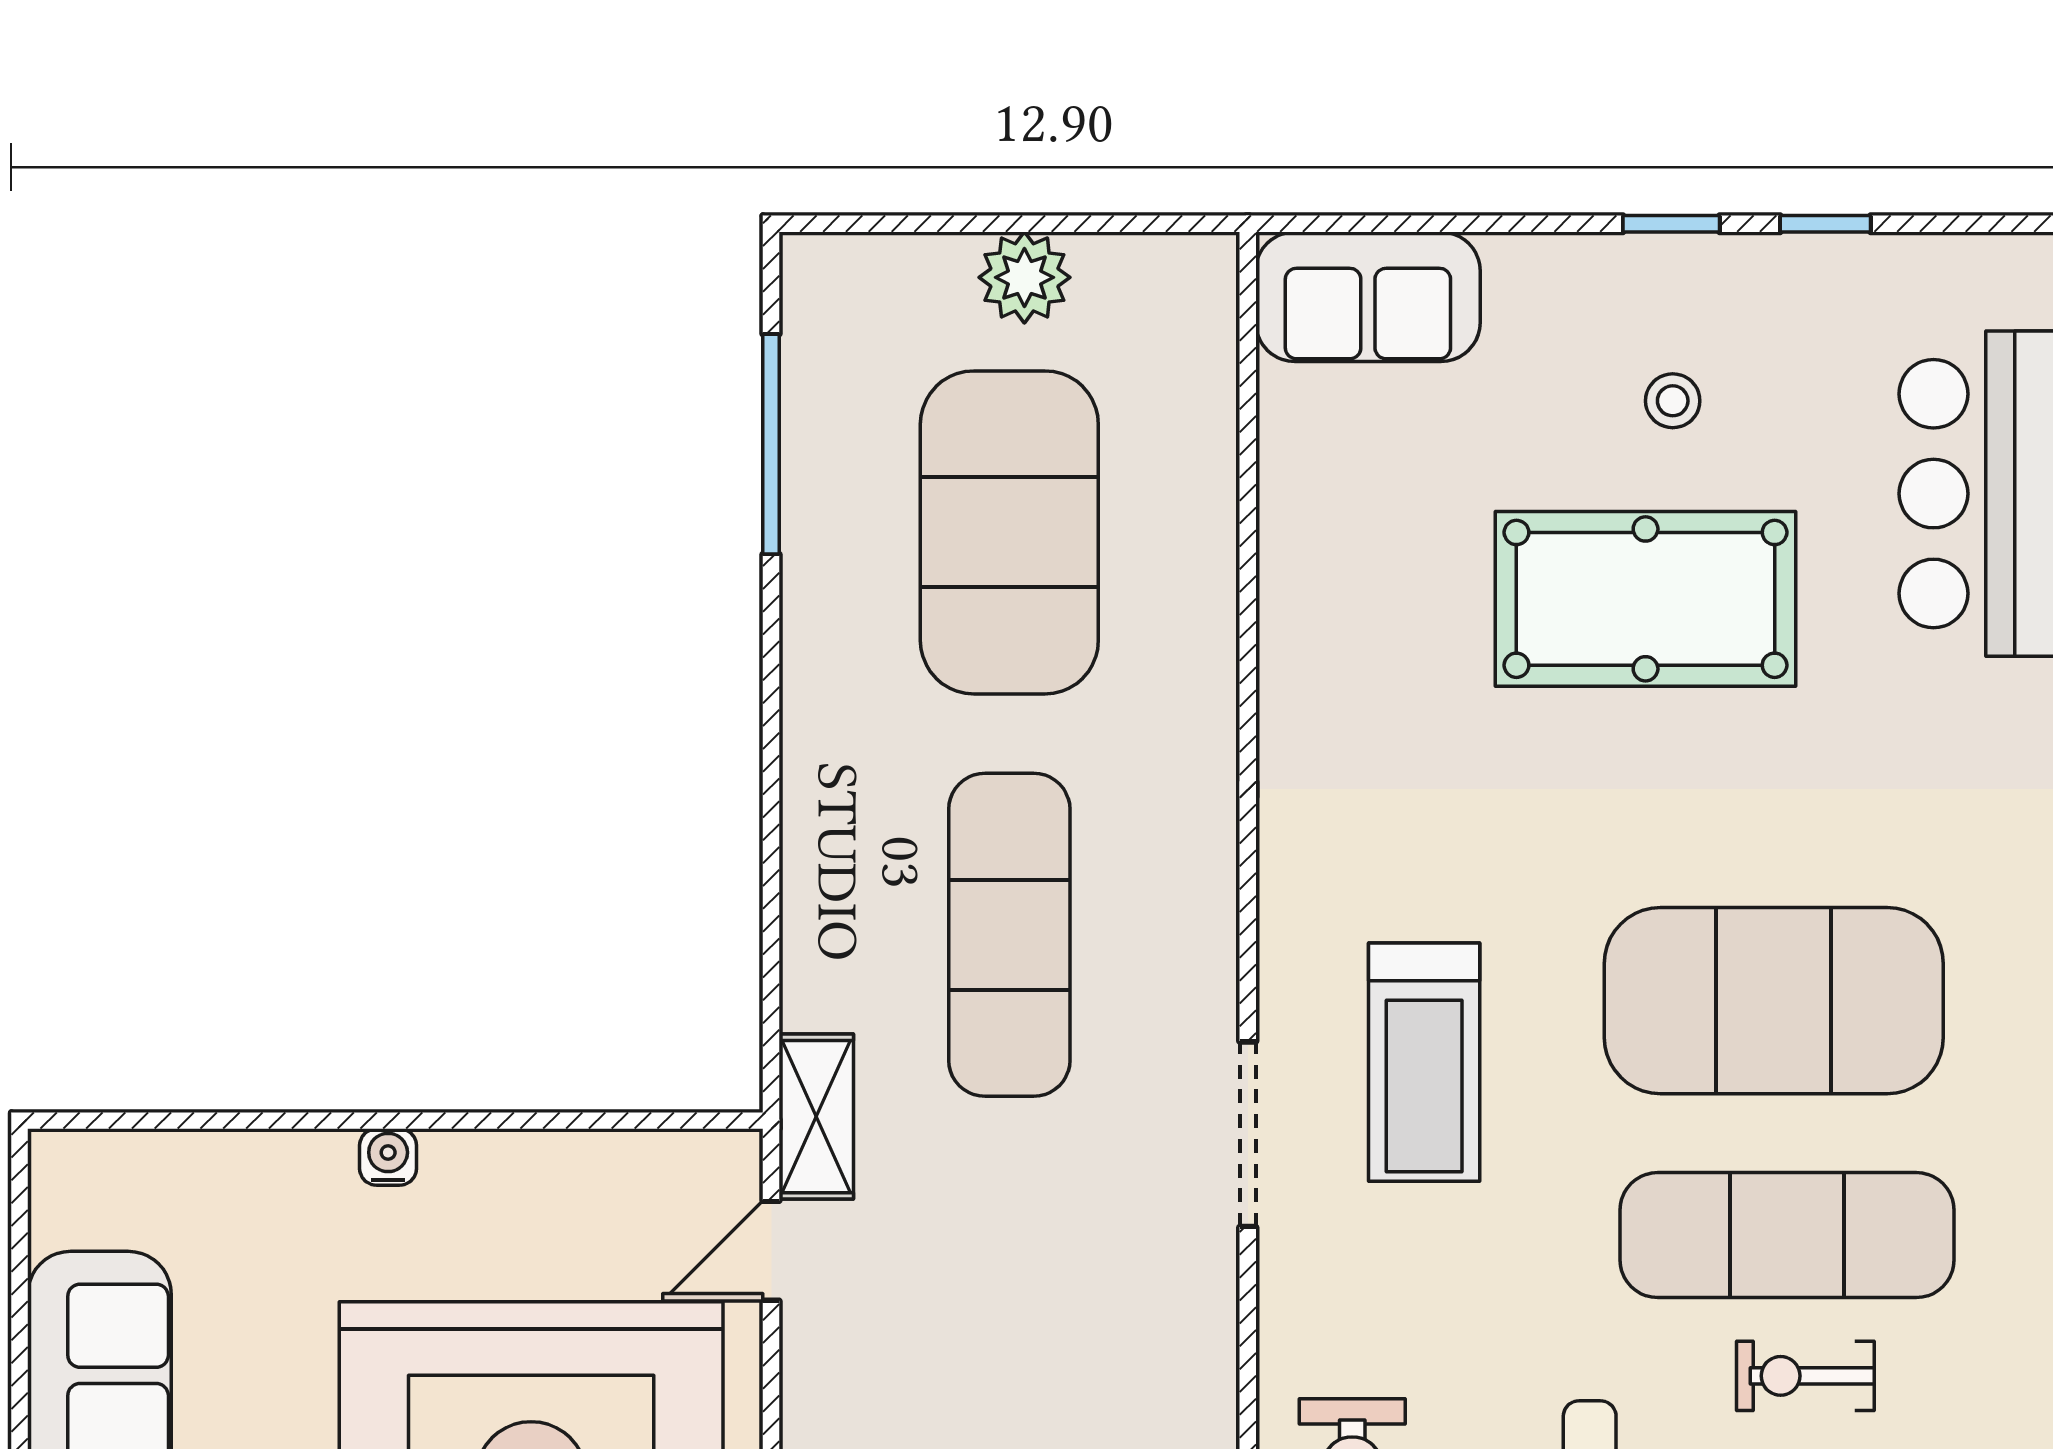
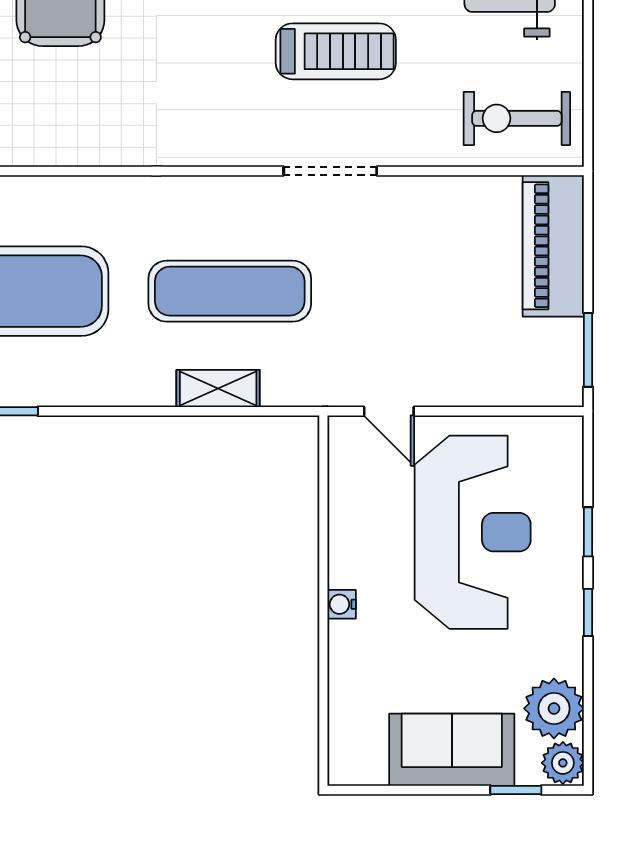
treadmill: (1424, 1062) -> (336, 51), moved
shelving: (816, 1117) -> (218, 388), moved

